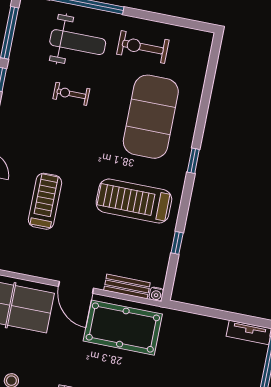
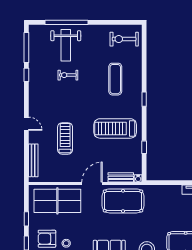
weight bench: (78, 42) -> (66, 45), turned 90
exercise bike: (143, 47) -> (124, 39), moved
exercise mat: (151, 117) -> (115, 79), width x0.50, depth x0.69
door: (76, 287) -> (92, 184), swing flipped

